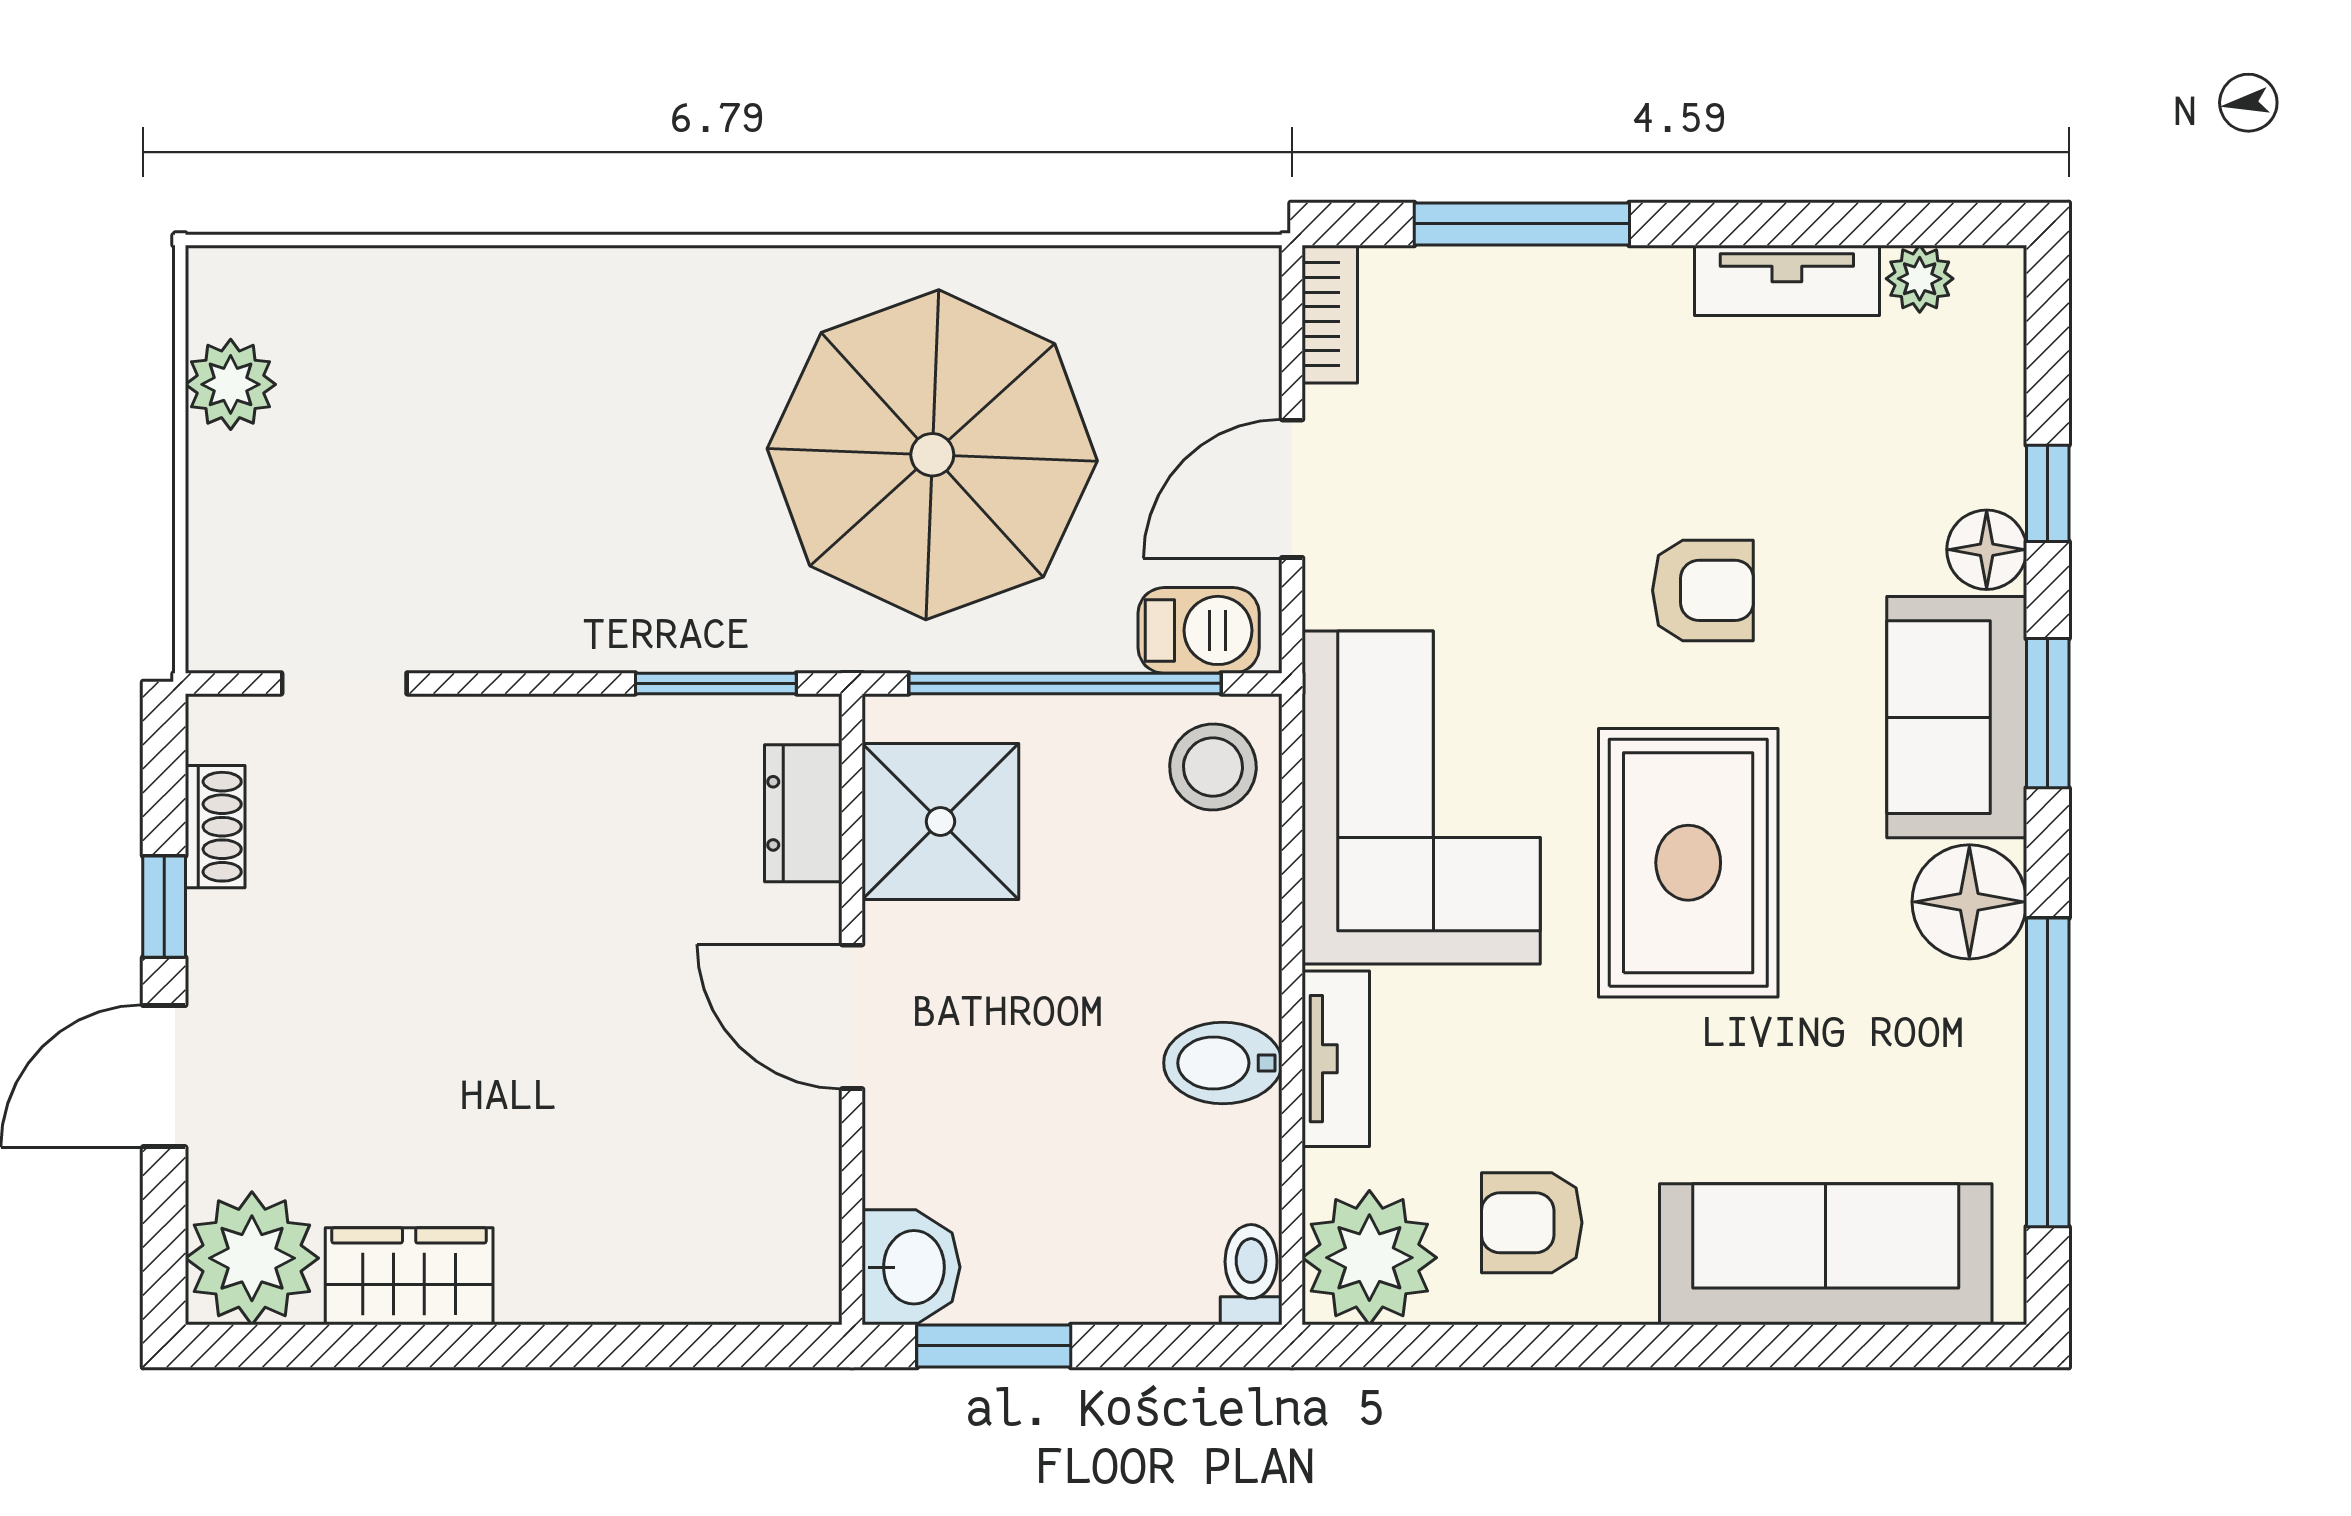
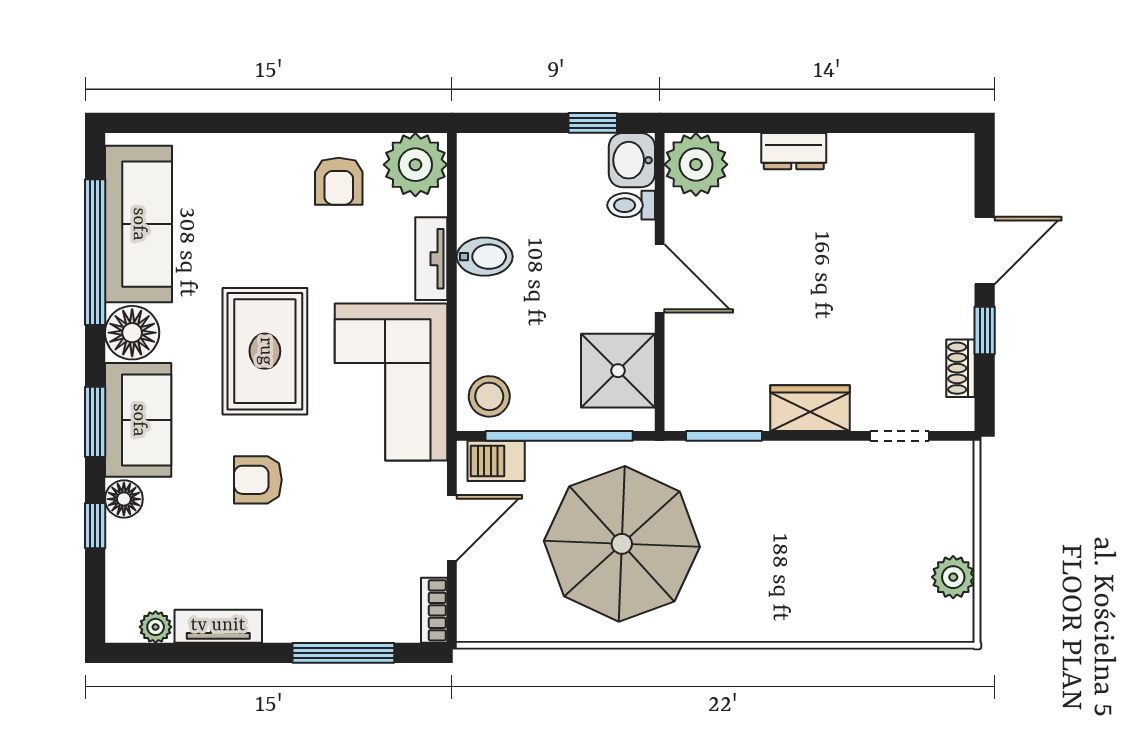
dresser: (803, 813) -> (794, 151), moved, turned 90
armchair: (1532, 1223) -> (339, 181), turned 90
sofa: (1826, 1254) -> (138, 224), moved, turned -90
plant: (252, 1258) -> (696, 164), moved
toilet: (1251, 1275) -> (631, 205), moved, turned 90
wardrobe: (409, 1276) -> (810, 408), moved, turned 180
window: (994, 1346) -> (593, 123), width x0.67

